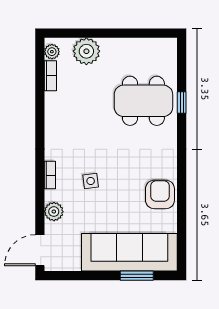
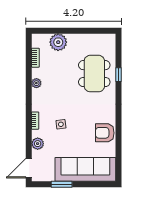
plant: (52, 52) -> (36, 83), moved
dining table: (143, 101) -> (94, 74), turned 90
armchair: (160, 194) -> (105, 133), turned -90
window: (137, 276) -> (62, 184), moved

